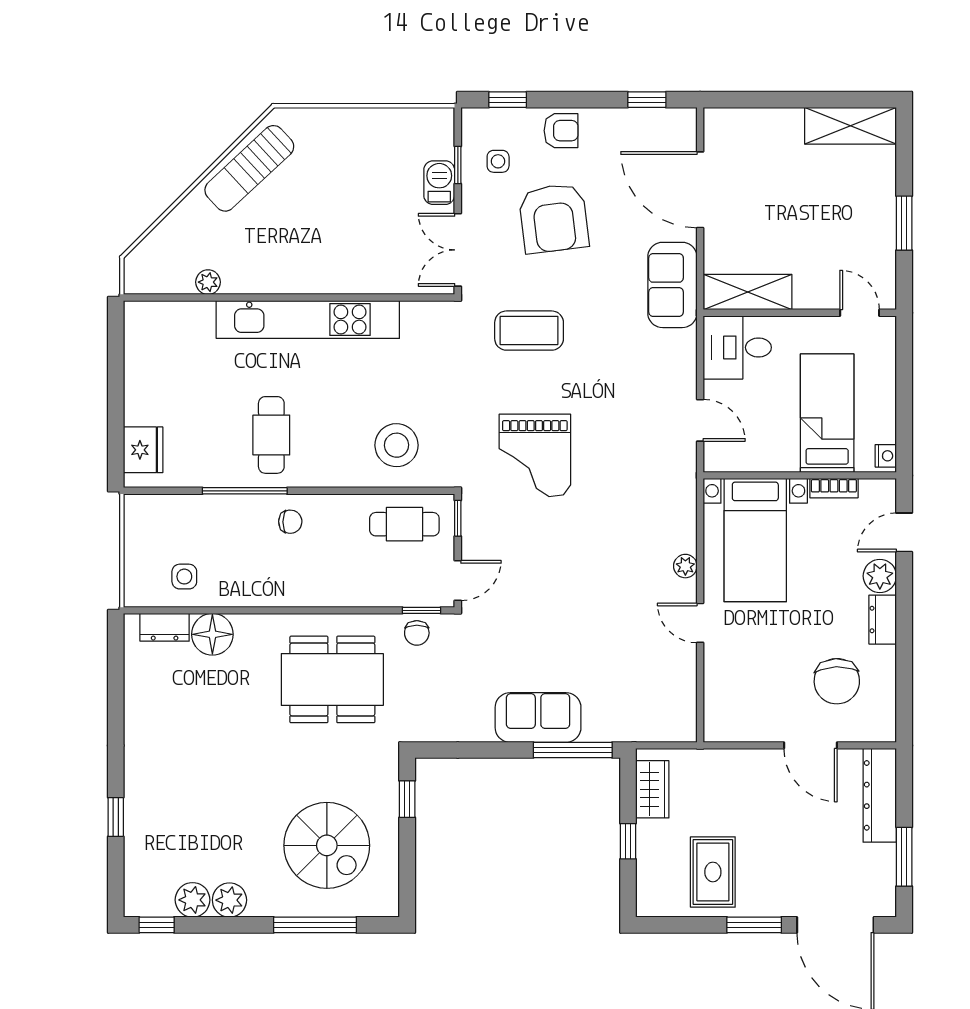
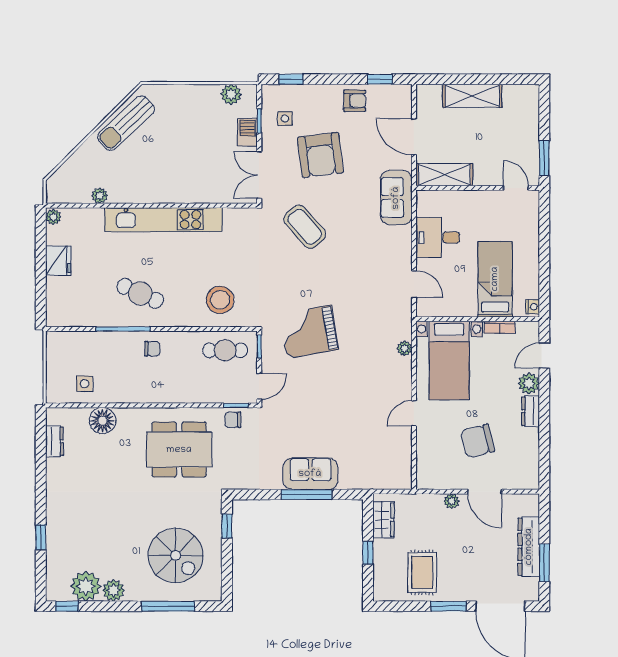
plant: (414, 123) -> (231, 94), added
shelving: (851, 126) -> (472, 96), moved
armchair: (561, 131) -> (355, 101), moved
door: (700, 190) -> (414, 137), width x0.73
shelving: (748, 292) -> (444, 175), moved
wall: (800, 313) -> (478, 188), moved
door: (860, 313) -> (516, 188), moved
plant: (135, 315) -> (53, 217), added
coffee table: (529, 331) -> (305, 227), turned 49
cafe table: (271, 435) -> (140, 293), turned -66
fridge: (143, 450) -> (58, 261), moved
grand piano: (535, 455) -> (309, 332), moved, turned 80
plant: (685, 566) -> (405, 348), moved
door: (700, 623) -> (414, 413), hinge flipped
dresser: (165, 627) -> (54, 441), moved, turned -90
chair: (417, 633) -> (233, 420), turned 90
chair: (837, 681) -> (478, 441), moved, turned 78
window: (573, 750) -> (307, 495), moved
plant: (759, 760) -> (452, 501), added
dresser: (880, 795) -> (529, 547), moved
plant: (193, 900) -> (86, 586), width x1.36, depth x1.36

